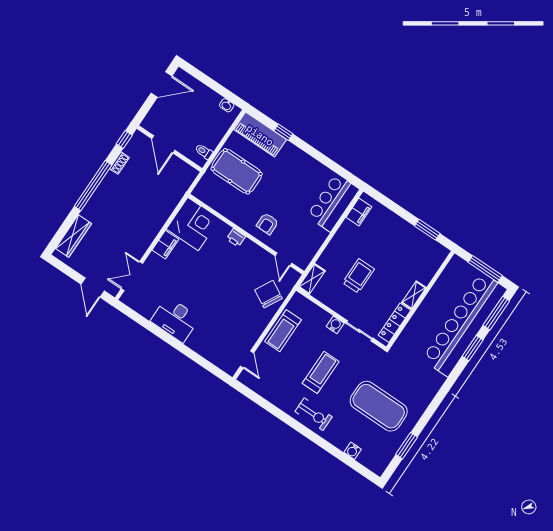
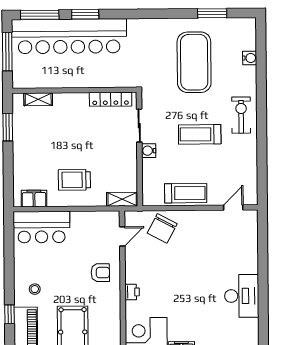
stool: (289, 165) -> (35, 289), added
trolley: (359, 276) -> (74, 180), moved
shelving: (414, 295) -> (38, 99), moved

